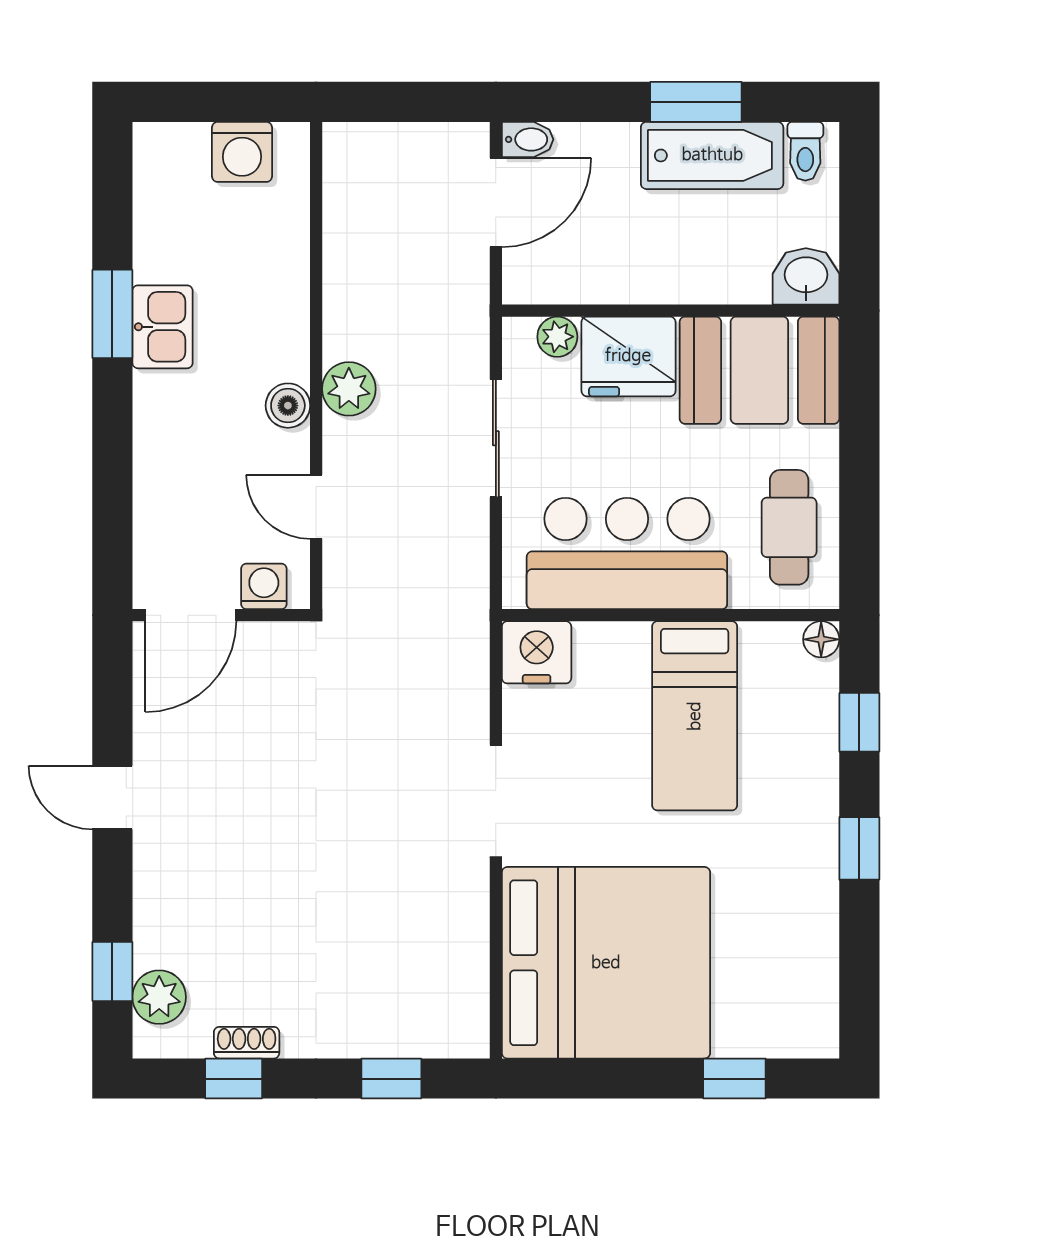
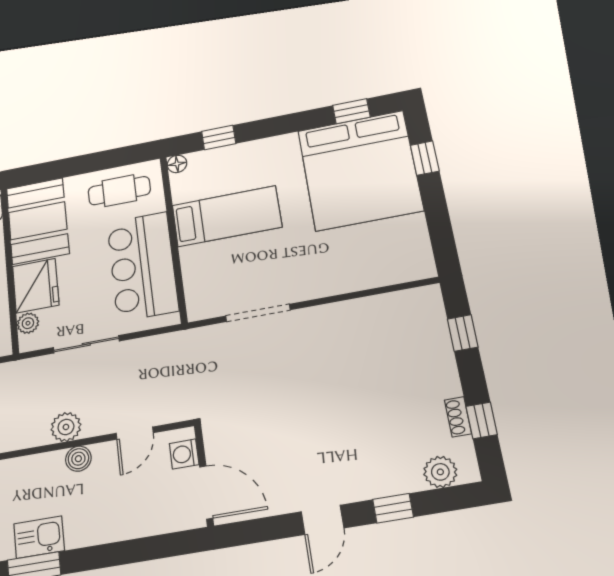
nightstand: (537, 652) -> (203, 302), removed
doorway: (496, 801) -> (258, 313), moved
window: (859, 848) -> (351, 111), moved
bed: (606, 963) -> (360, 170), moved, turned 180
window: (112, 971) -> (393, 508), moved

